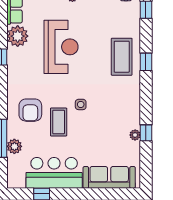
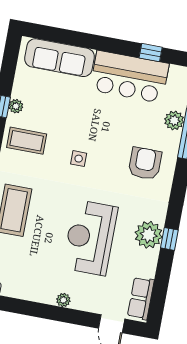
plant: (18, 36) -> (149, 235), moved
coffee table: (59, 122) -> (27, 141), moved, turned 90

